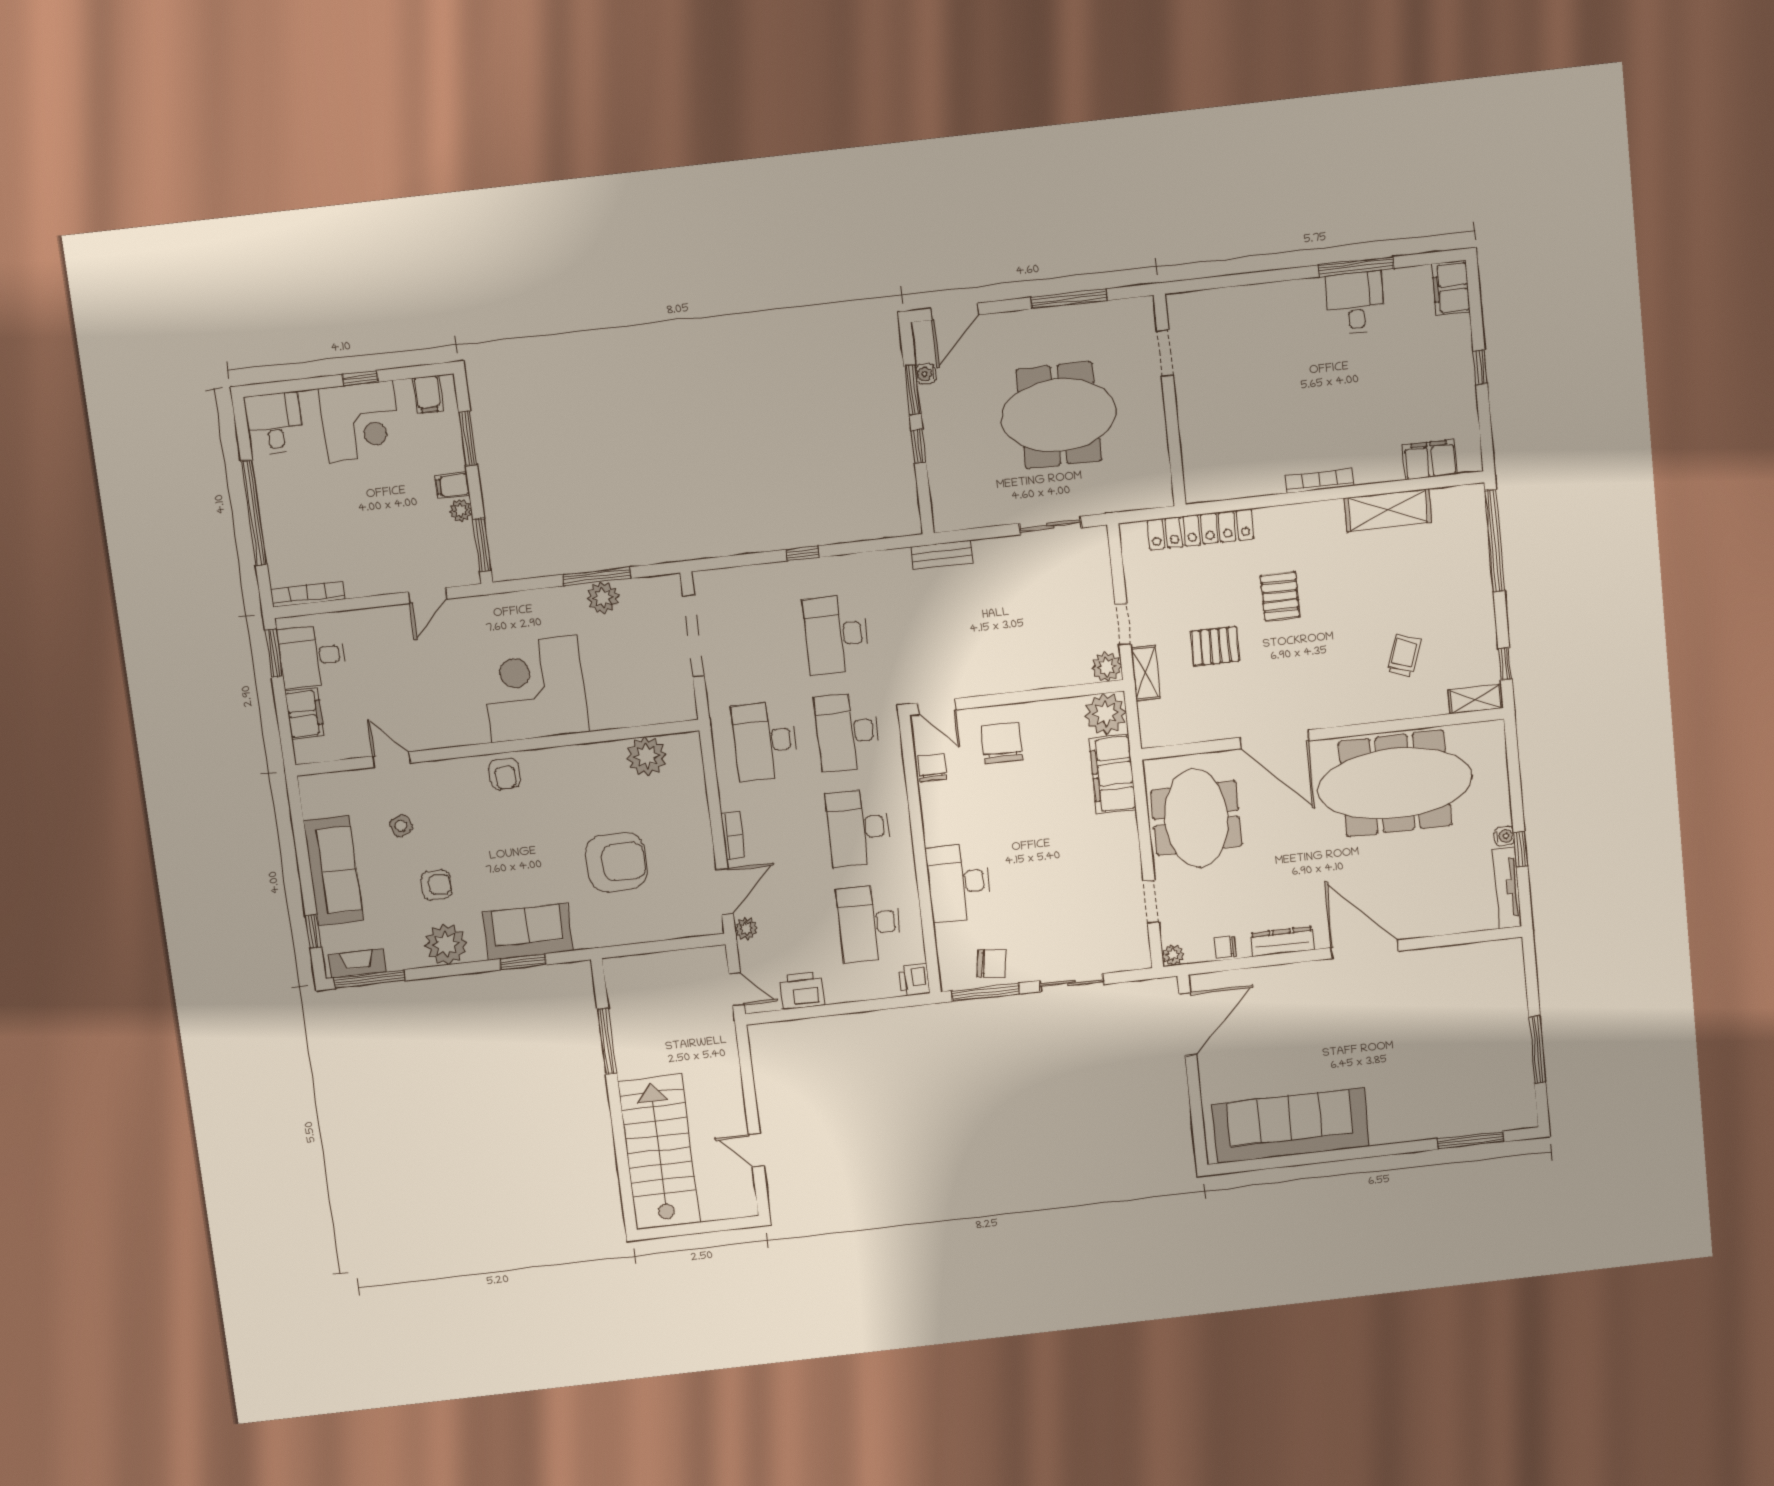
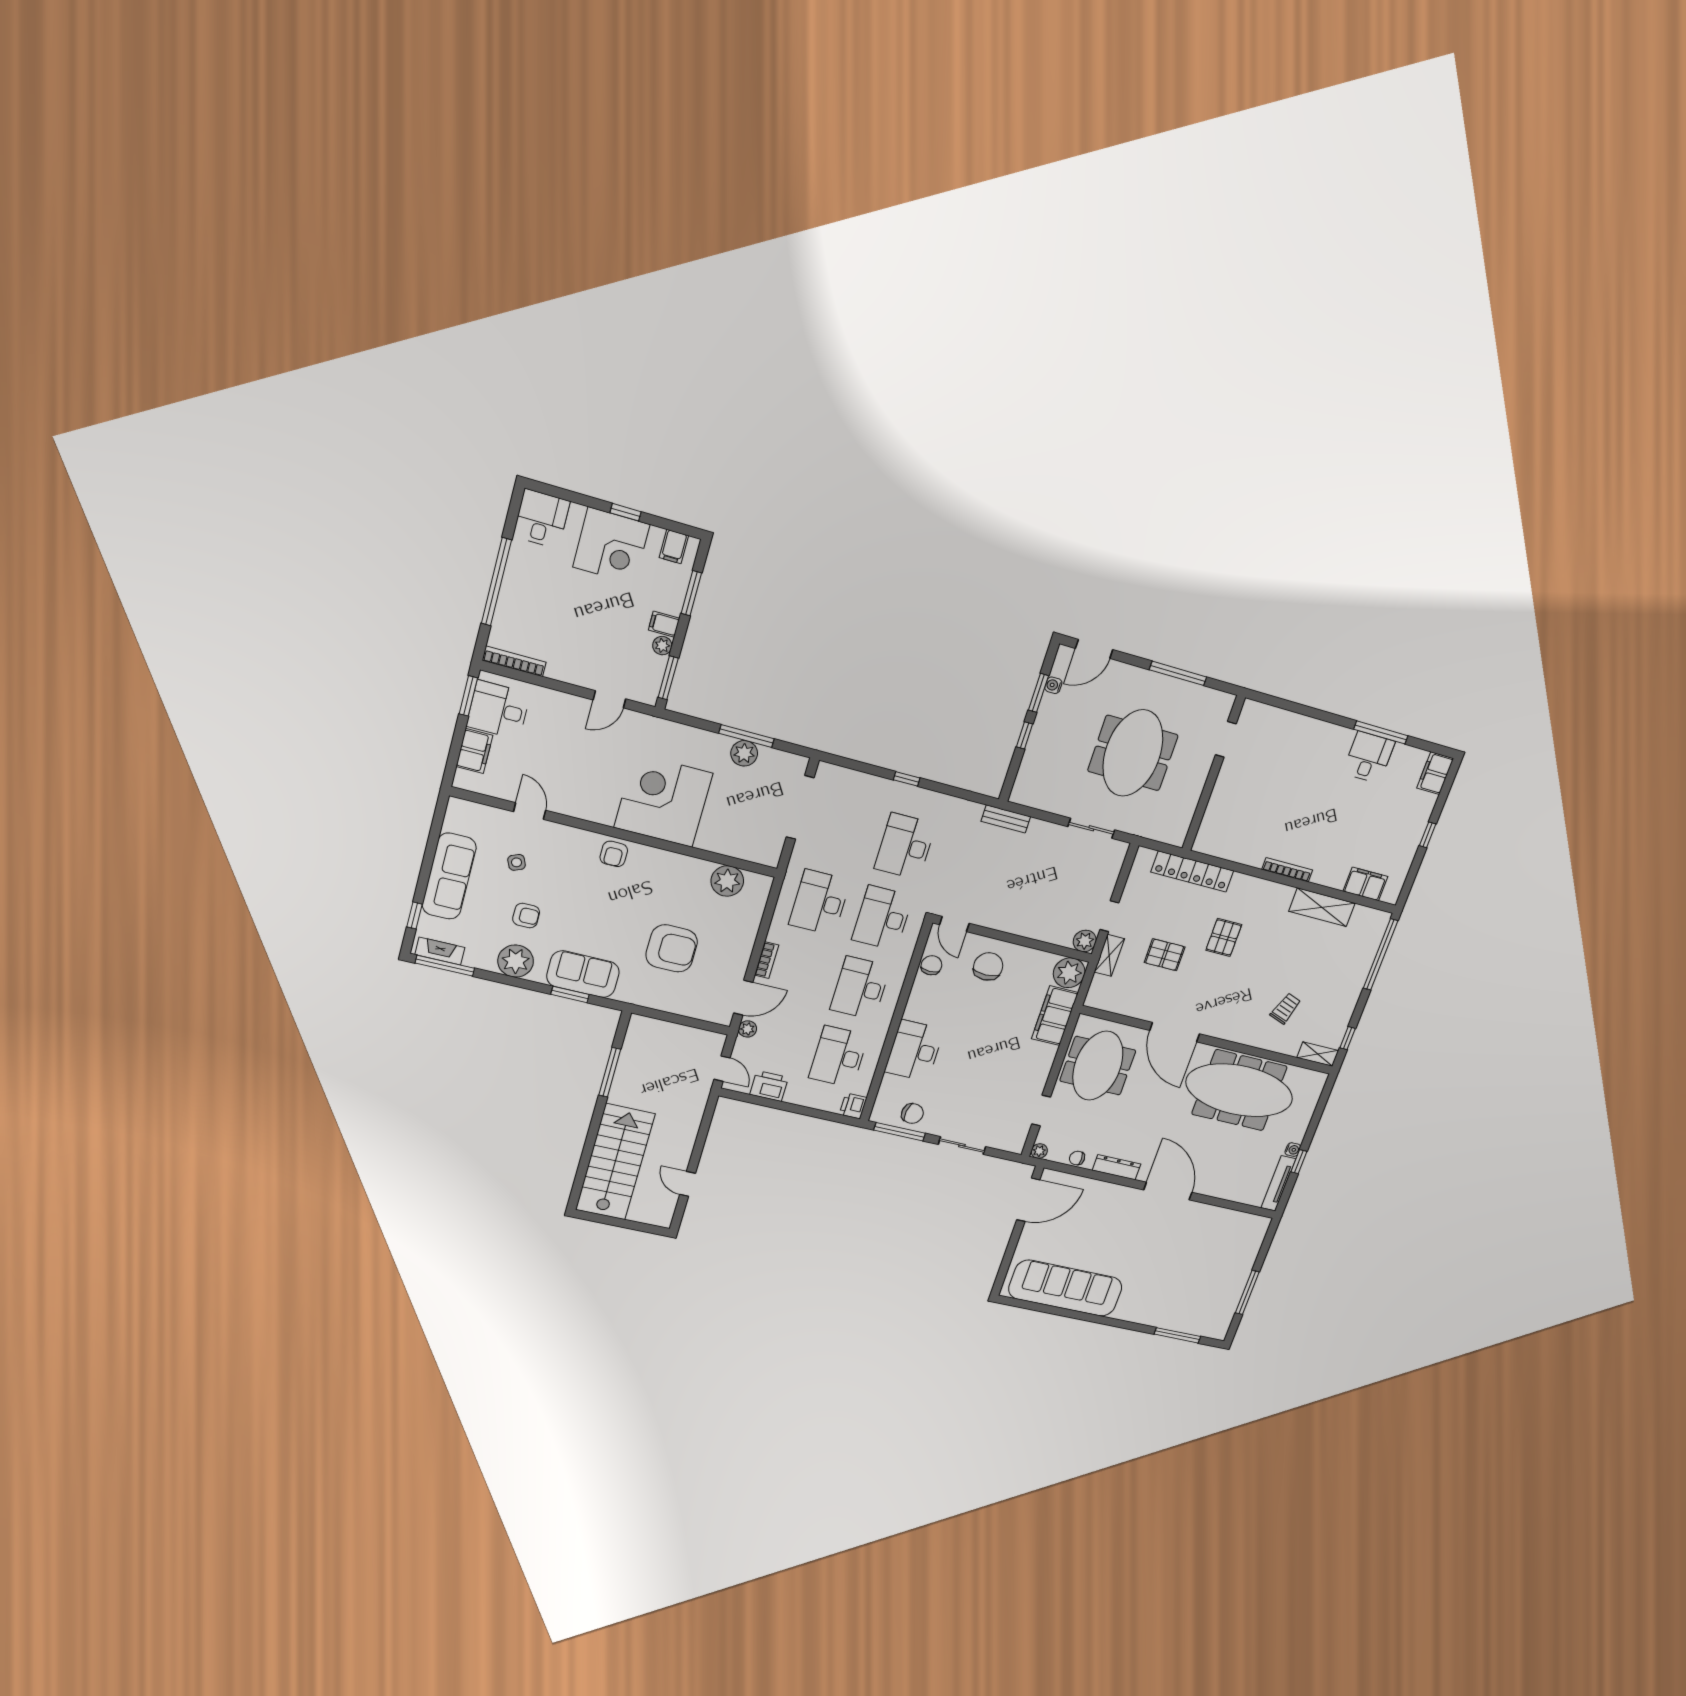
meeting table: (1059, 415) -> (1133, 753), turned 90

